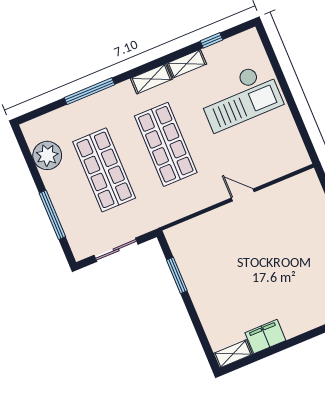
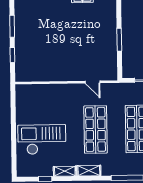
door: (243, 195) -> (92, 82), moved
window: (177, 275) -> (119, 40), moved

